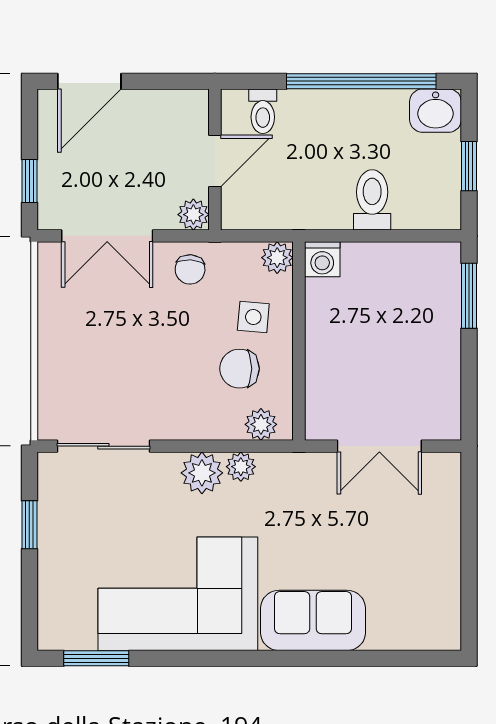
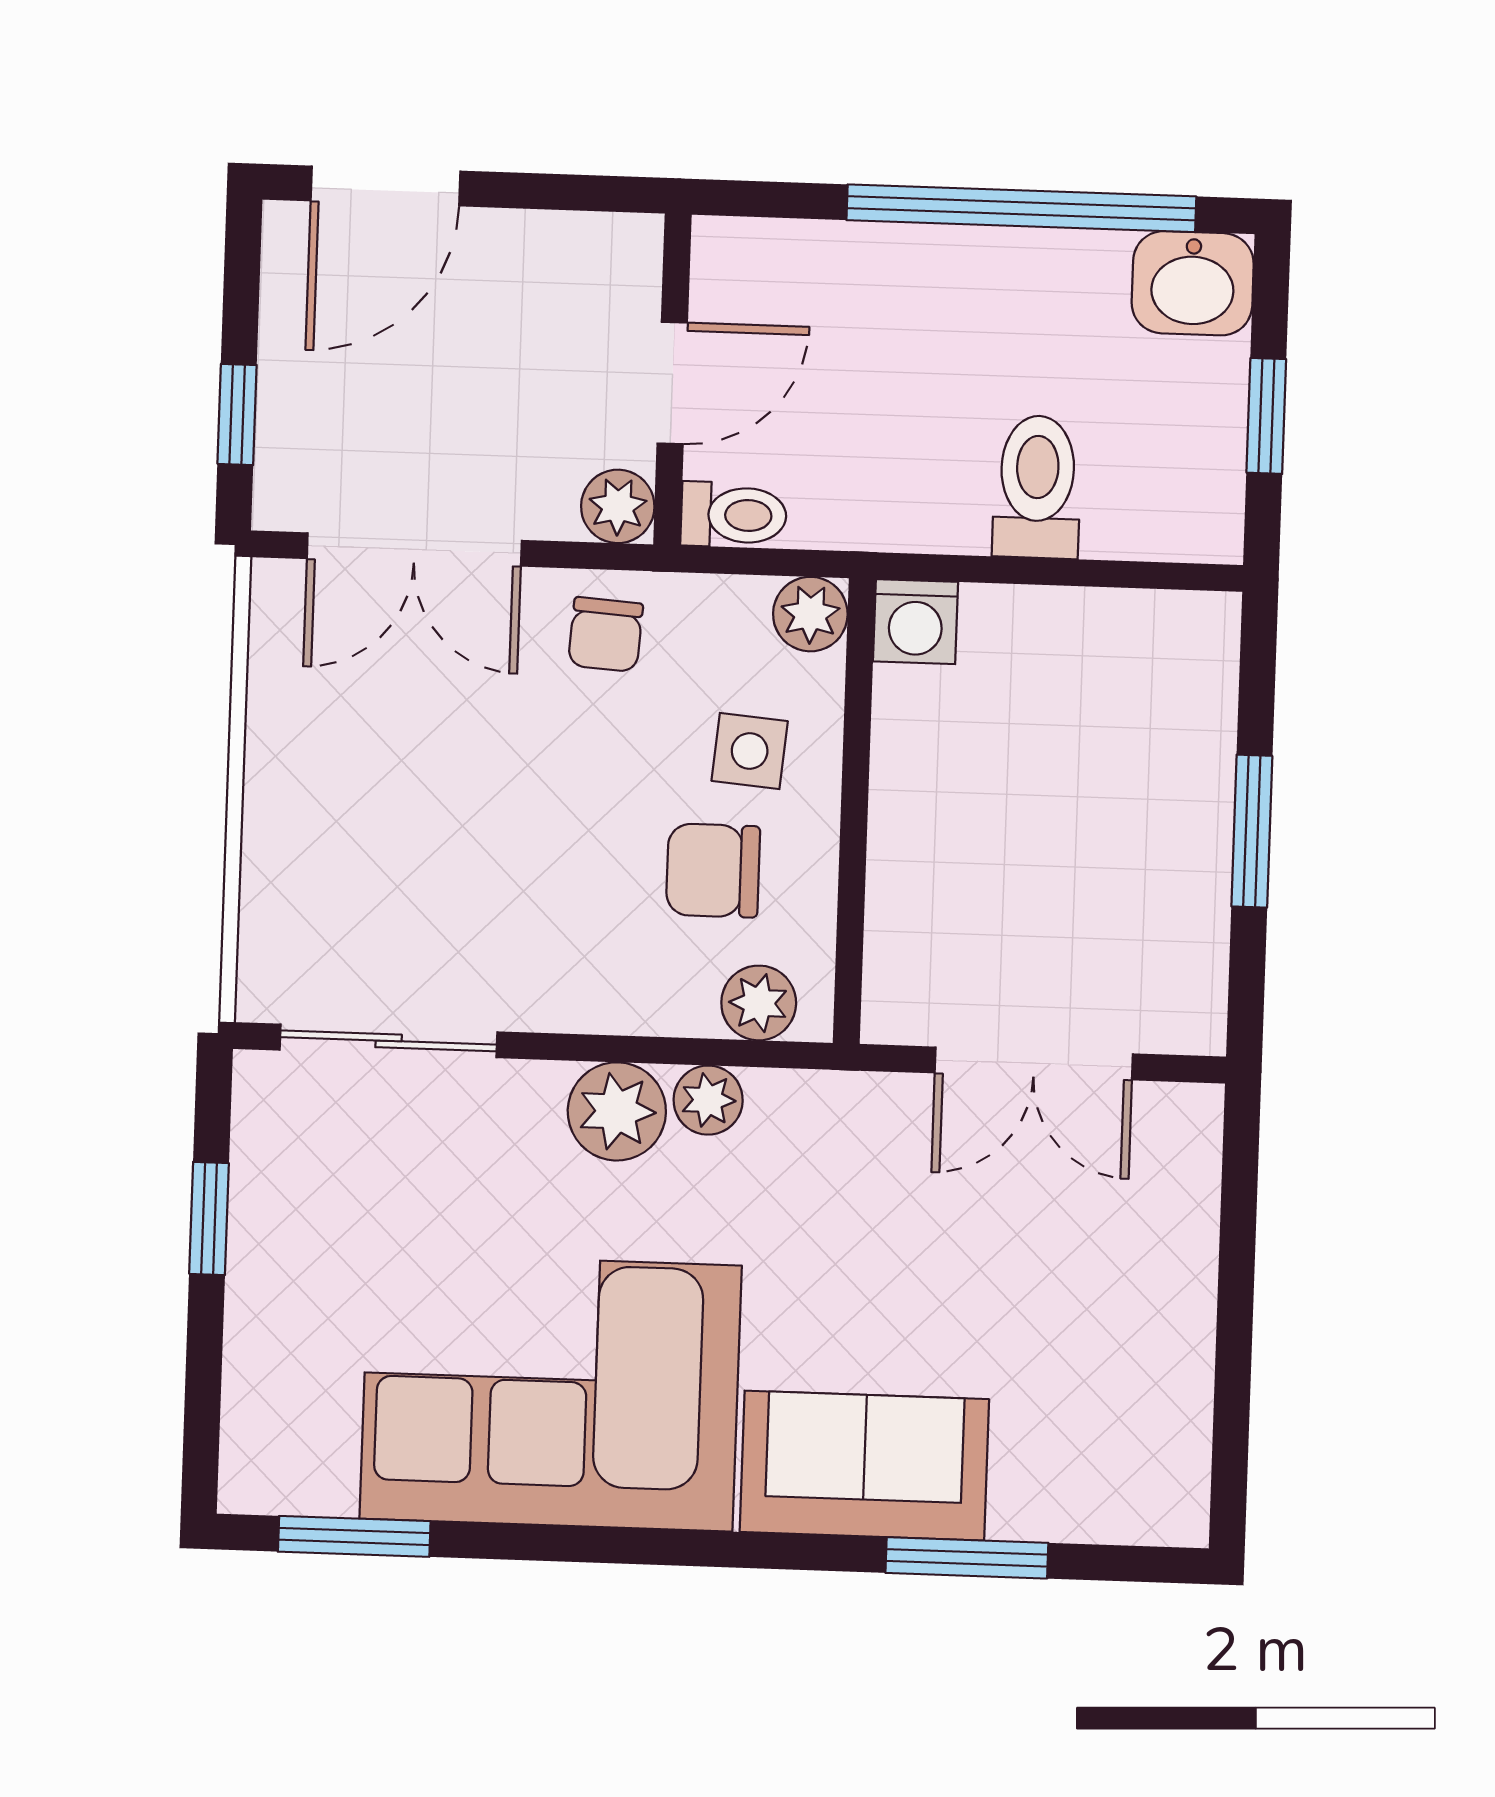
toilet: (263, 111) -> (734, 515), moved, turned -90
window: (469, 296) -> (1252, 831), moved
window: (358, 658) -> (967, 1558), added

